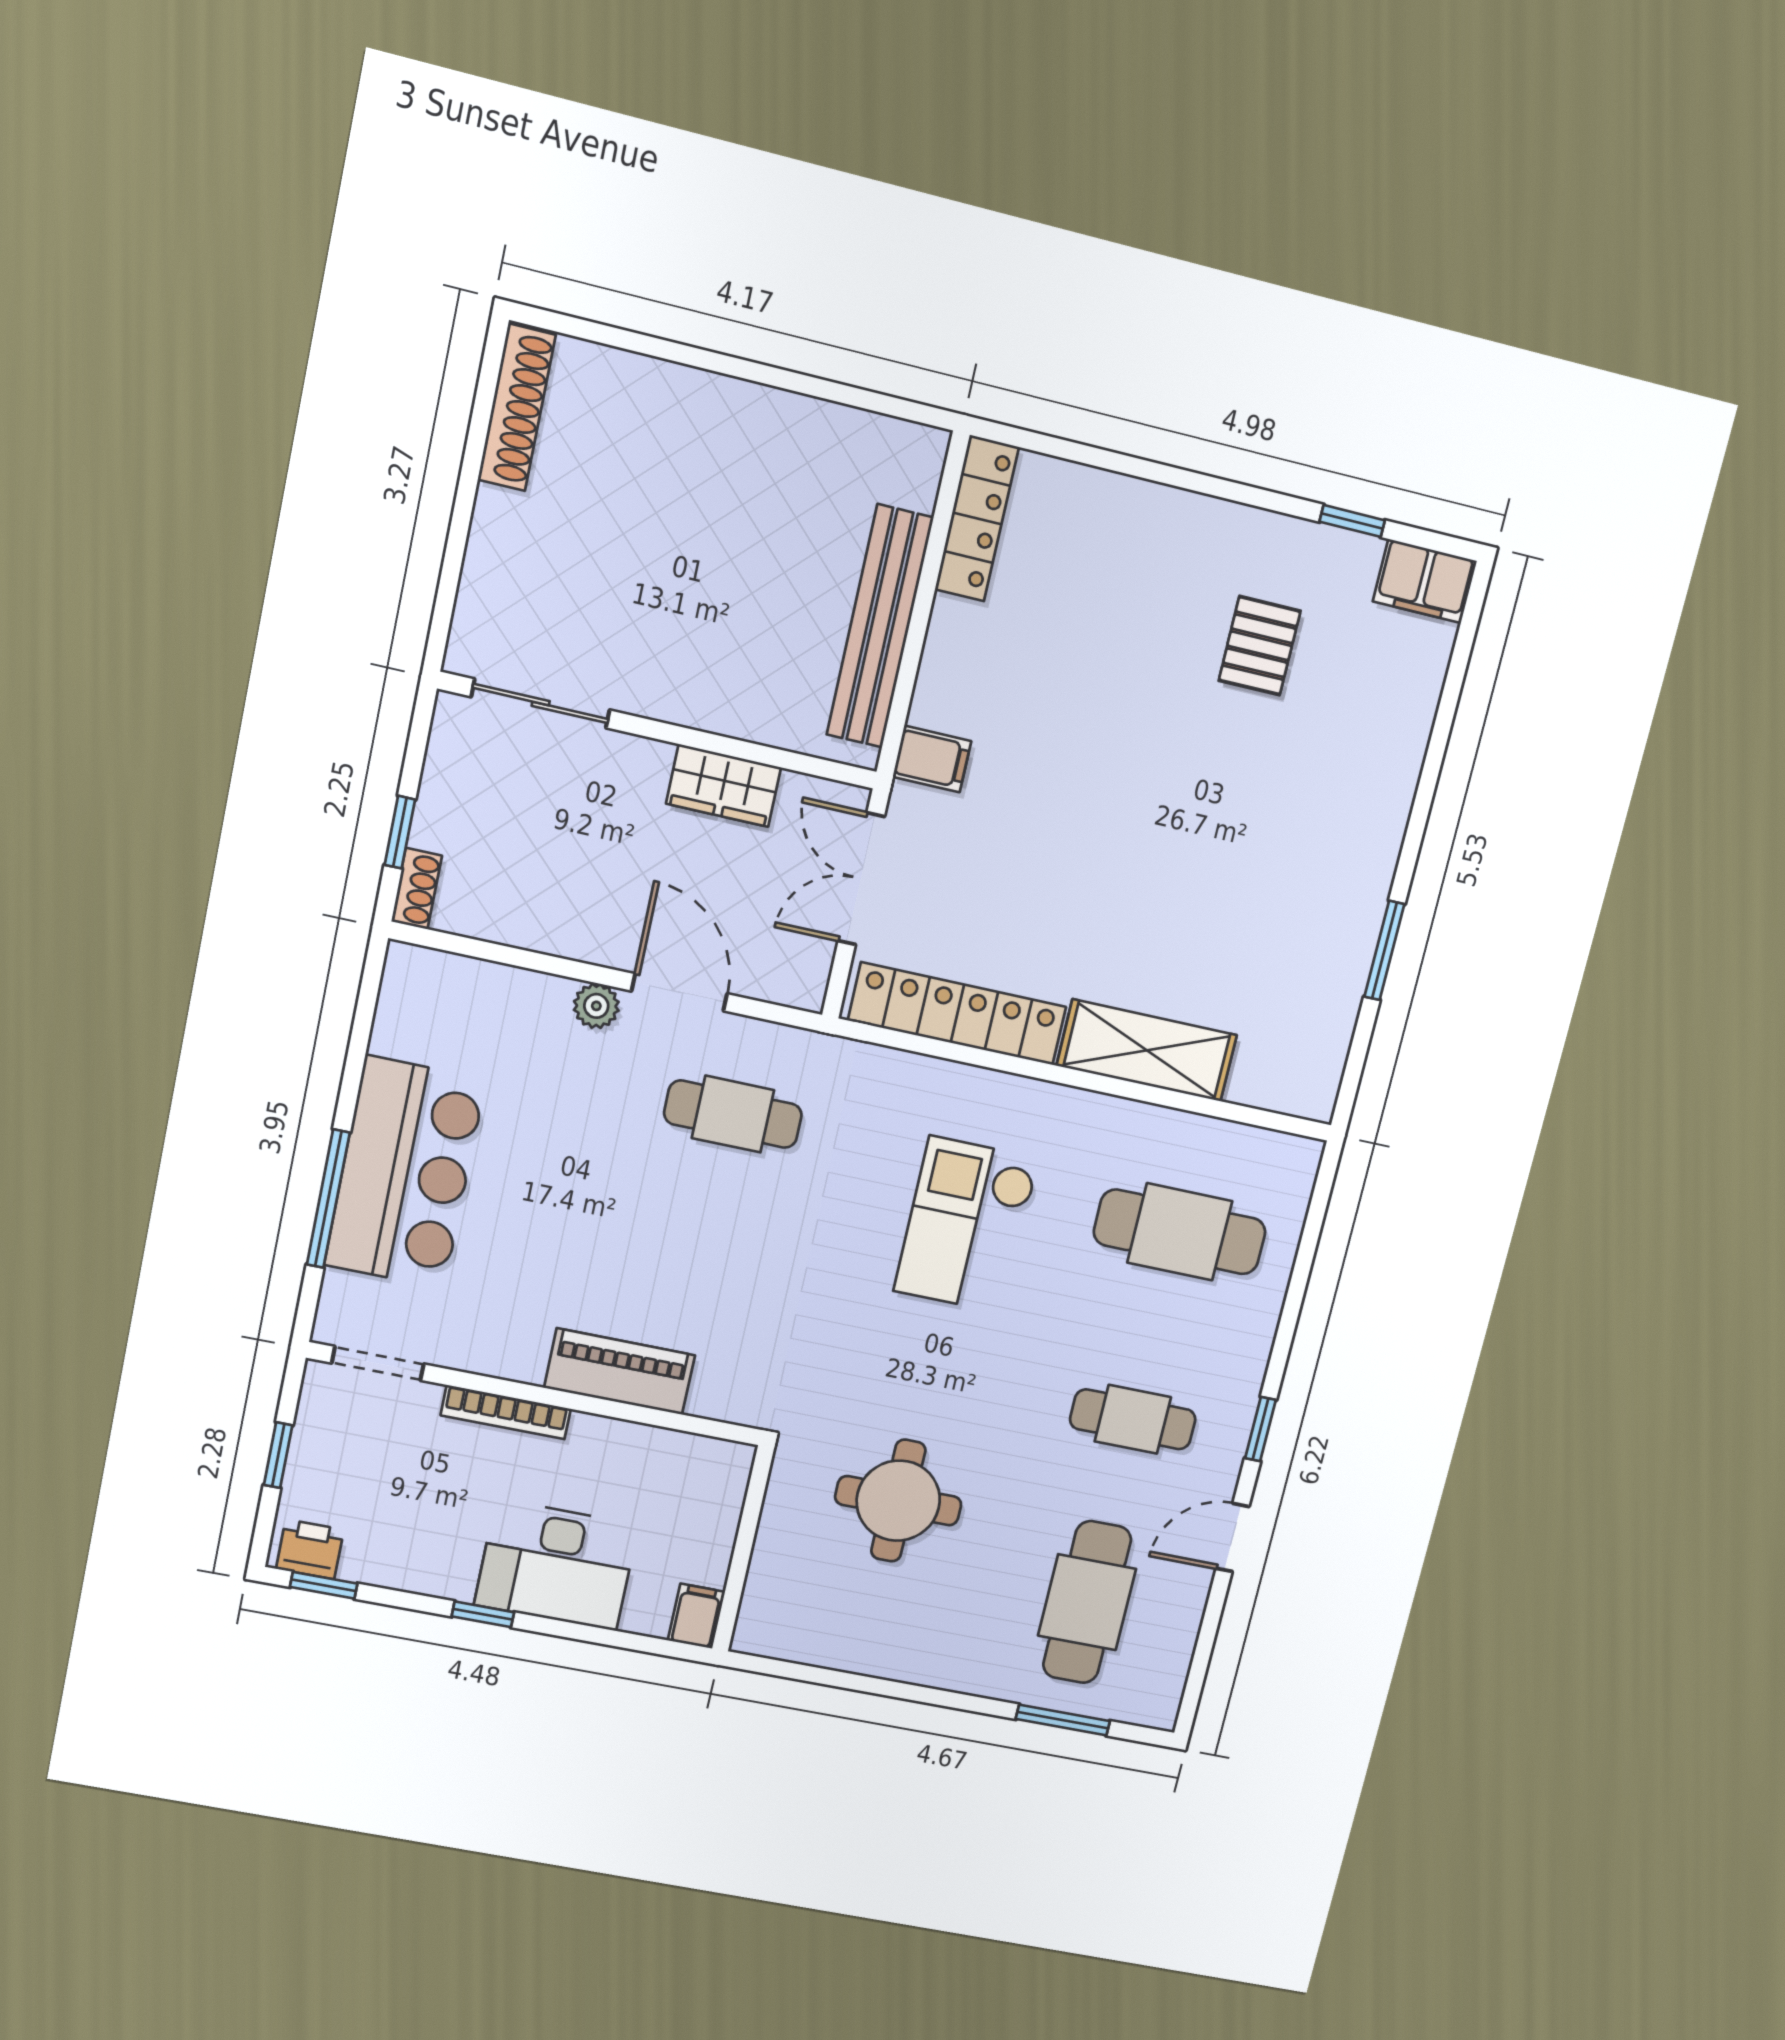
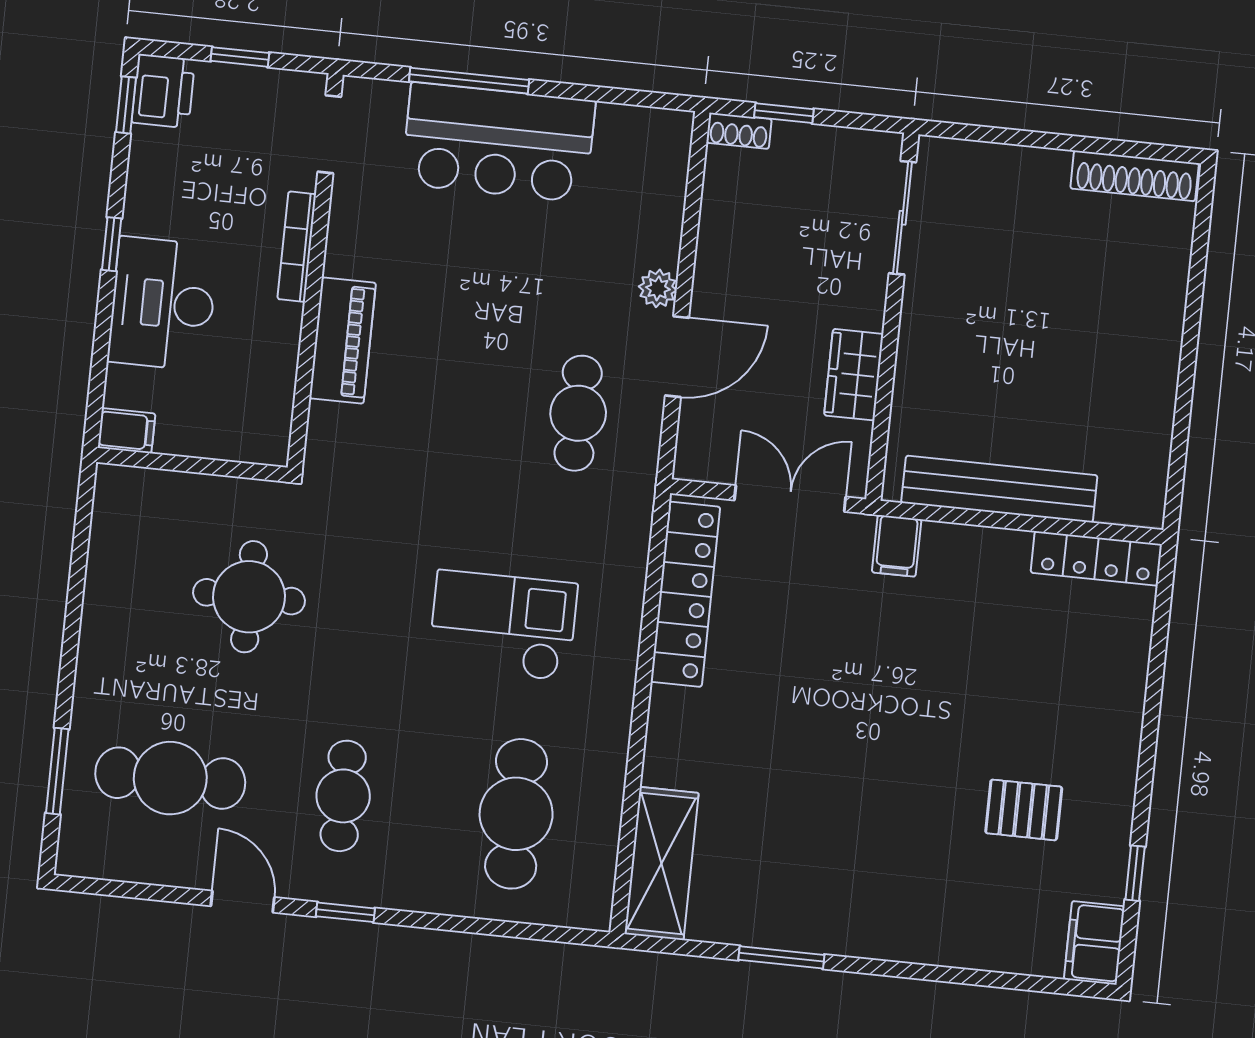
shelving: (1147, 1050) -> (662, 863), moved
printer: (310, 1549) -> (163, 91), width x1.36, depth x1.24

